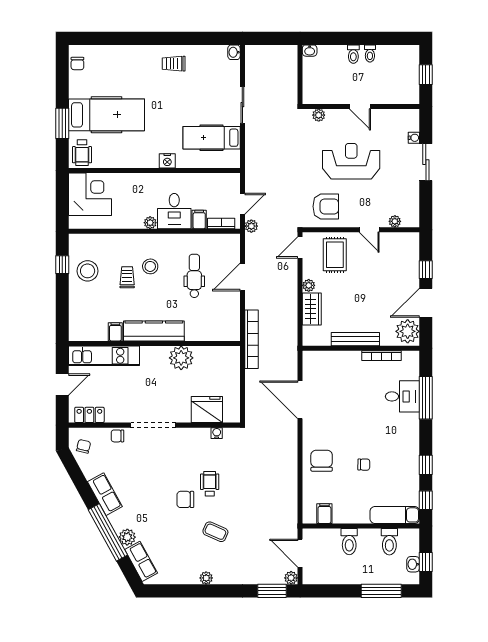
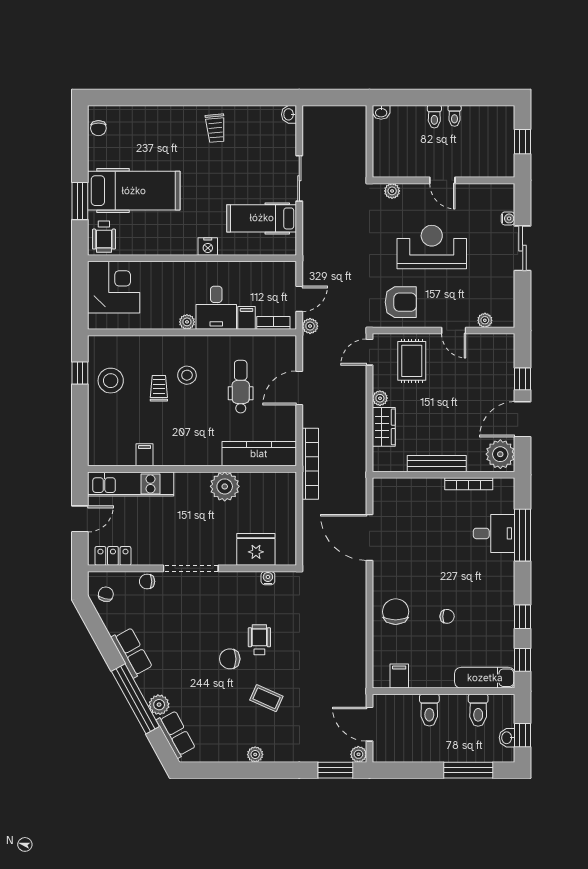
trolley: (174, 64) -> (215, 128), turned -95
kitchen counter: (154, 331) -> (259, 454), moved

